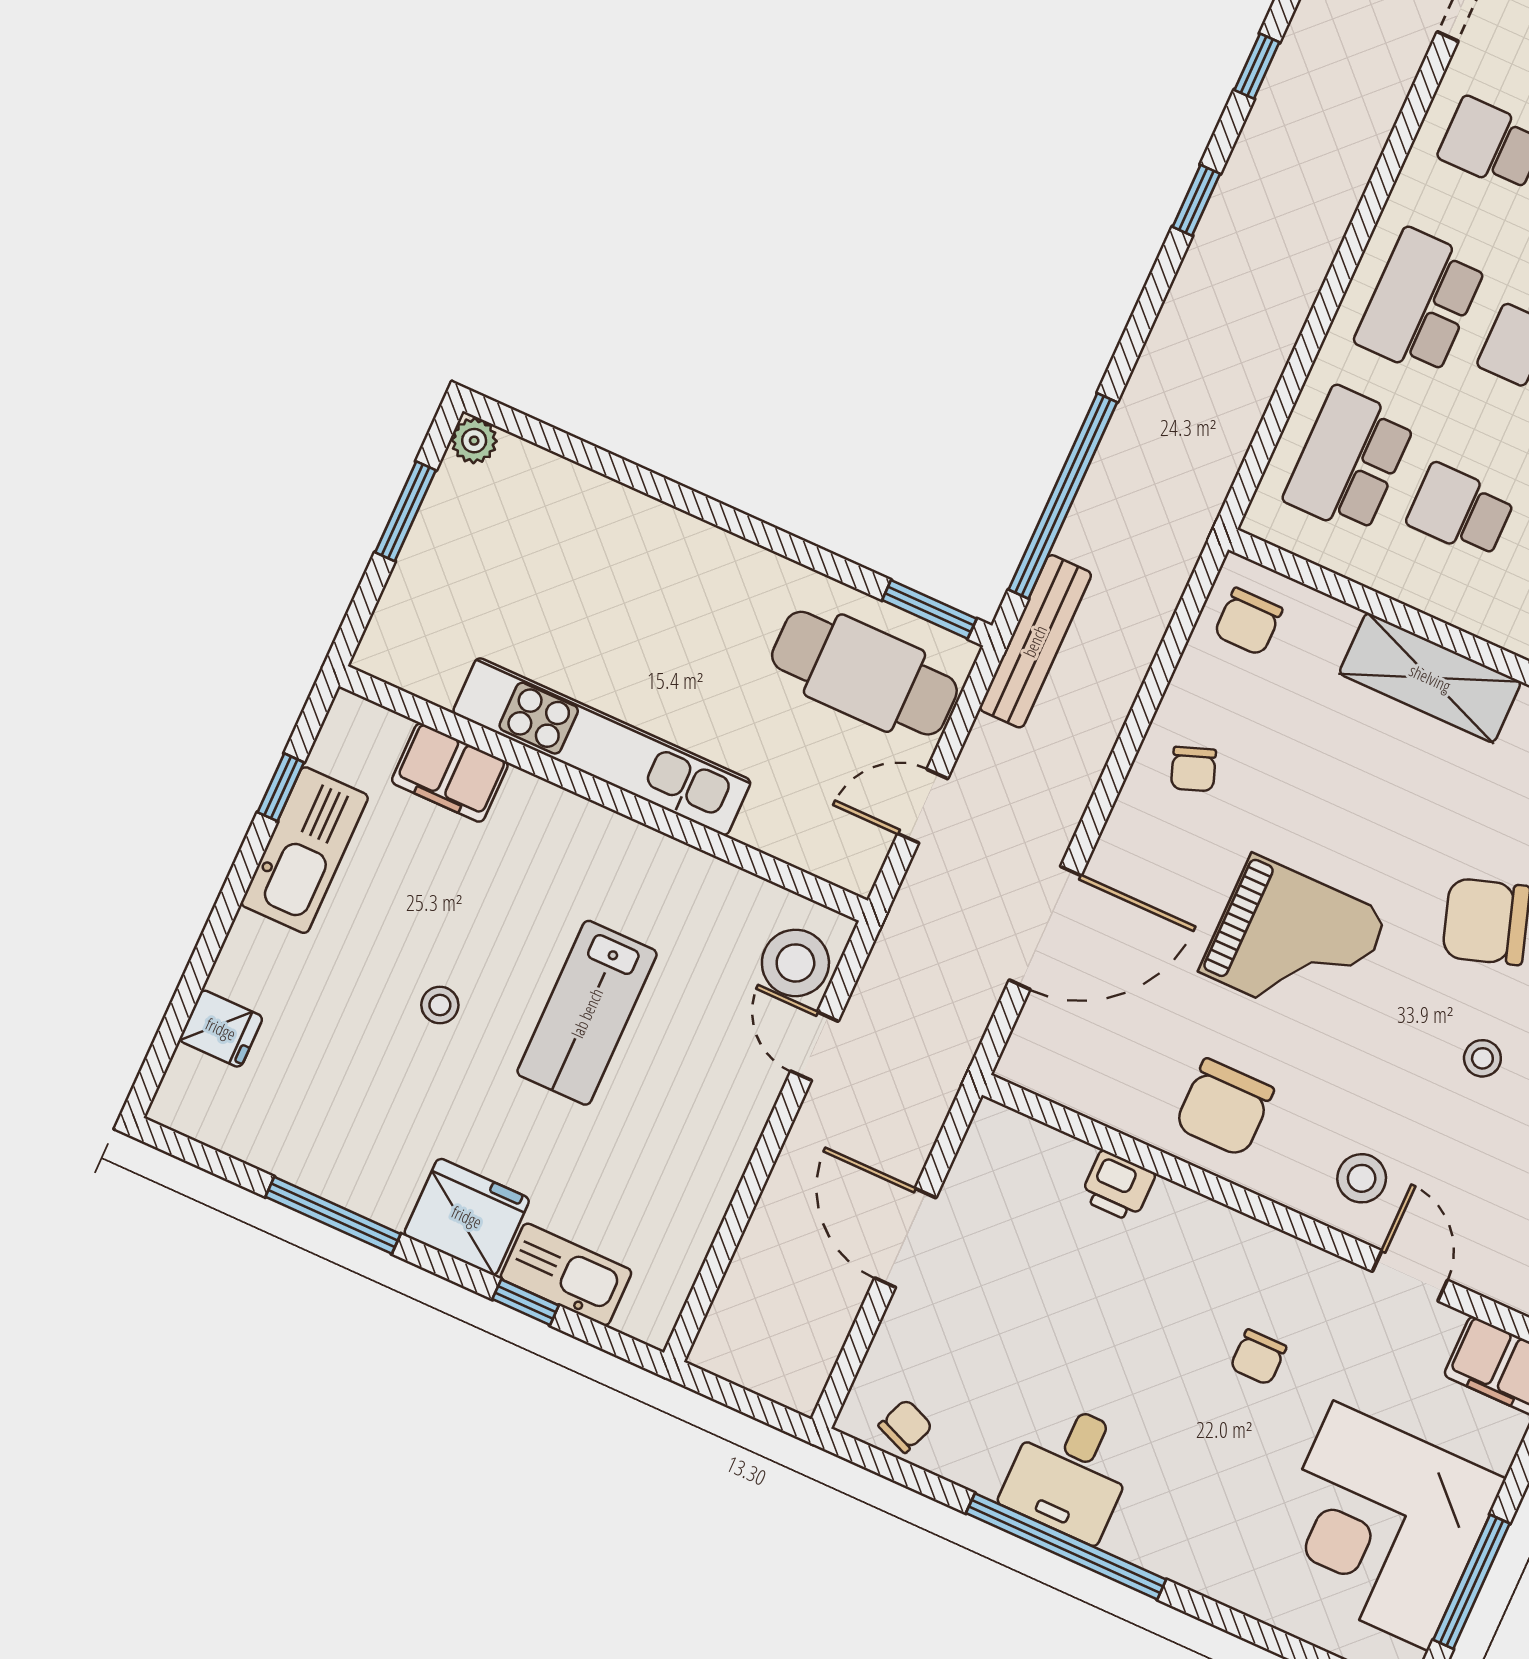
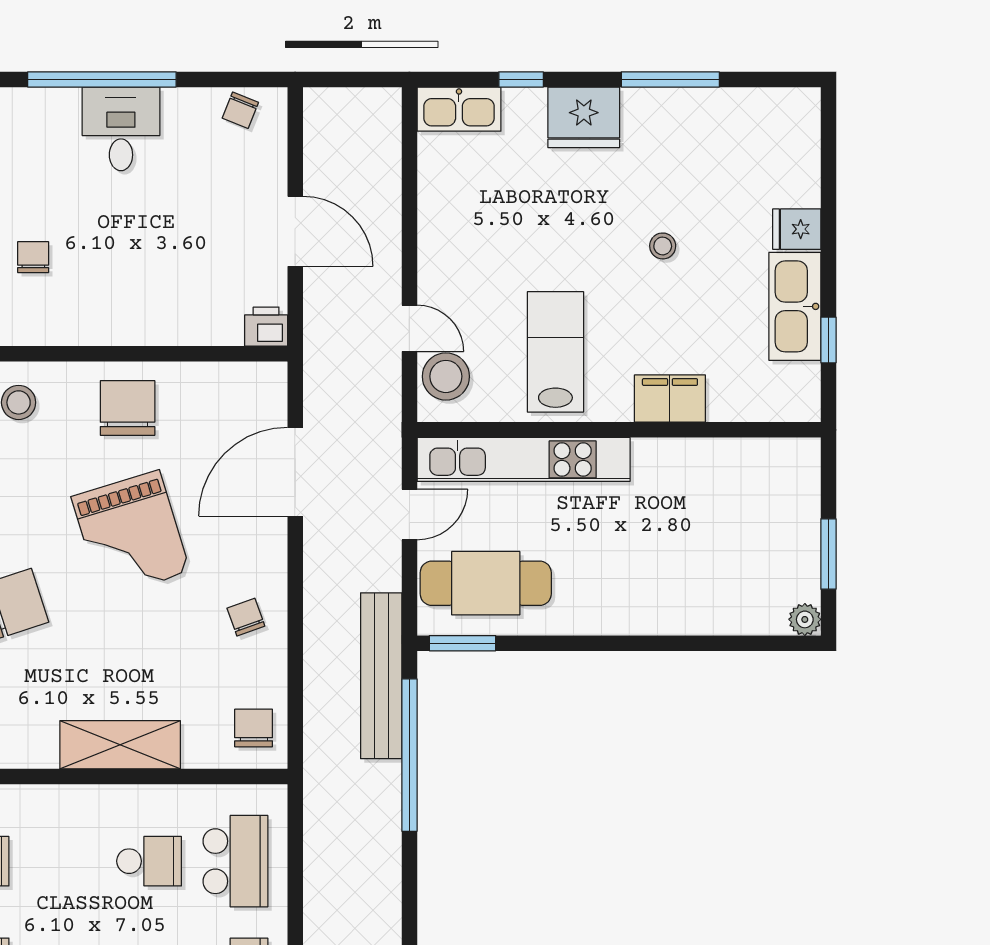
bench: (1035, 641) -> (381, 676), width x1.37, depth x1.21
kitchen unit: (602, 747) -> (524, 459), moved
filing cabinet: (450, 773) -> (670, 399), moved
grand piano: (1294, 943) -> (131, 534), turned -107
lab bench: (587, 1013) -> (555, 352), moved
fridge: (221, 1029) -> (797, 229), moved
printer: (1118, 1186) -> (266, 327), moved
kitchen sink: (566, 1274) -> (459, 109), moved

